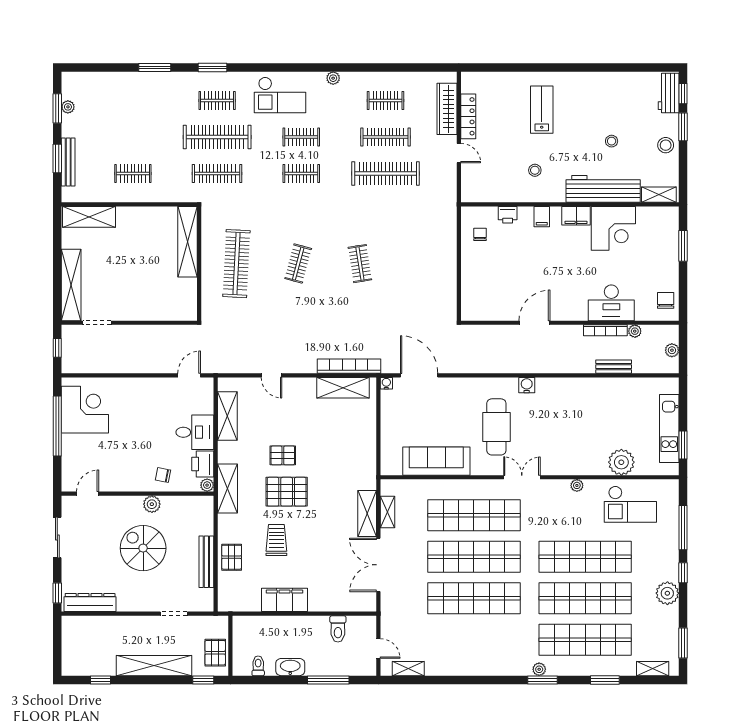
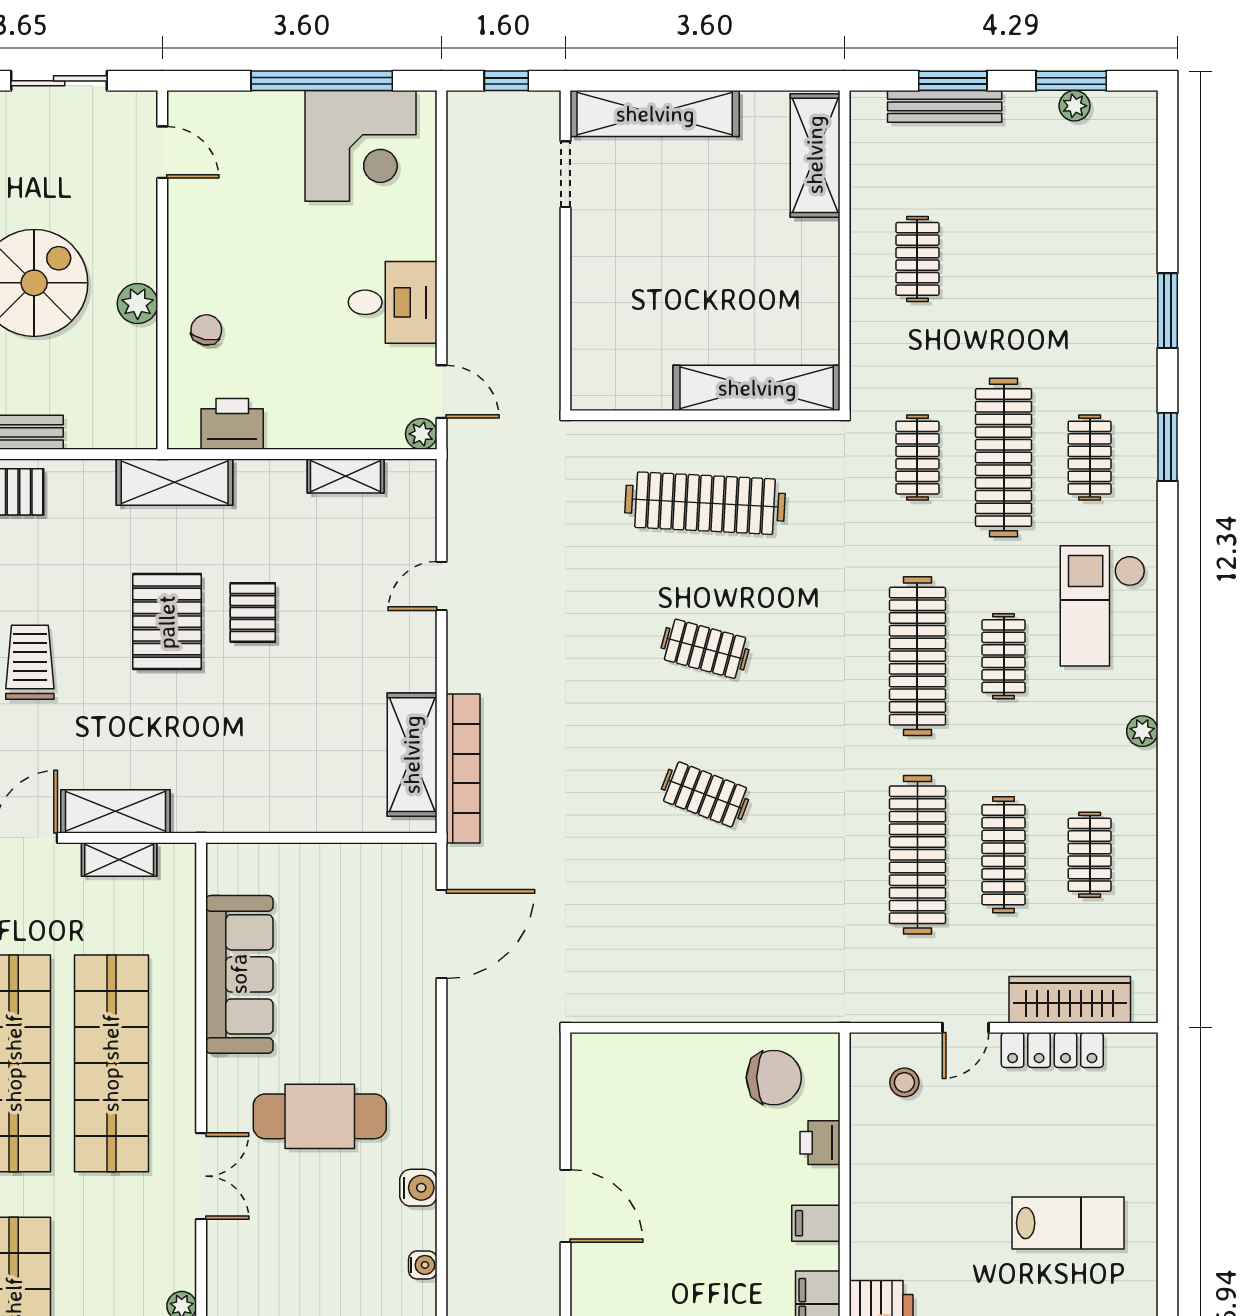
stool: (535, 170) -> (904, 1082), moved
clothes rail: (217, 173) -> (917, 458), width x0.73
clothes rail: (301, 173) -> (917, 656), width x1.86, depth x1.31
chair: (480, 234) -> (774, 1078), width x1.87, depth x1.87
clothes rail: (360, 264) -> (705, 794), turned 30
water cooler: (386, 383) -> (423, 1265), moved
shelving: (227, 416) -> (346, 476), width x0.67, depth x0.75
desk: (195, 432) -> (393, 302), moved, turned -90
plant: (207, 485) -> (421, 434), moved
trolley: (276, 540) -> (30, 662), moved, turned -90

